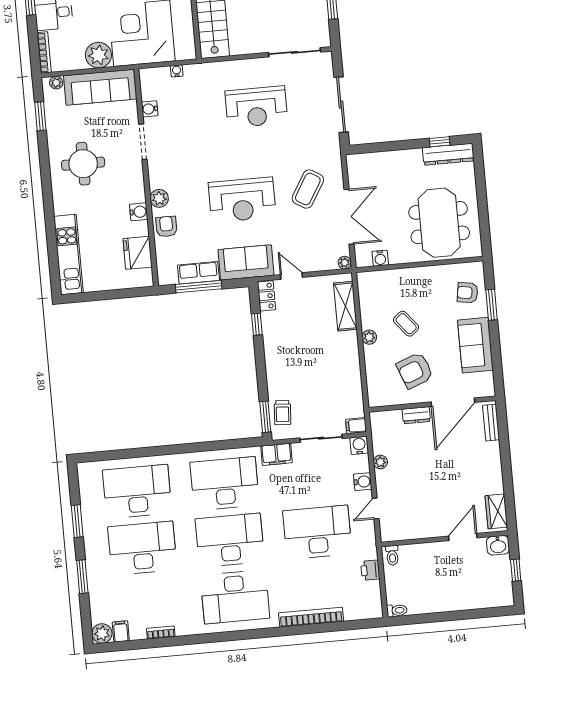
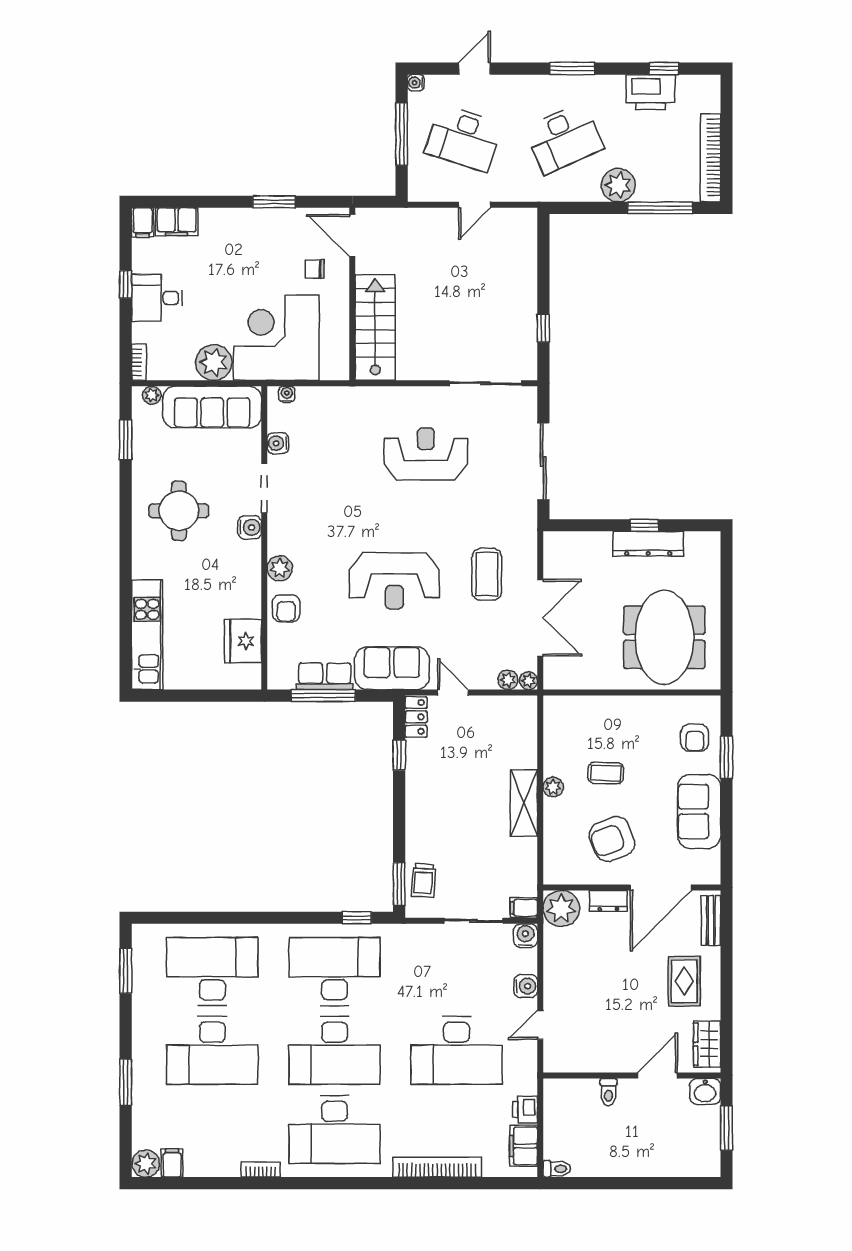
bookcase: (44, 52) -> (139, 362), width x0.64
water cooler: (177, 71) -> (287, 394), moved
reception desk: (256, 107) -> (426, 454), turned 180
window: (440, 142) -> (644, 525), moved
dresser: (448, 154) -> (648, 544), moved
coffee table: (308, 189) -> (487, 574), turned -31
water cooler: (139, 212) -> (250, 527), moved
armchair: (166, 227) -> (286, 608), turned 180
water cooler: (380, 258) -> (578, 679), removed
plant: (330, 263) -> (508, 680), added
armchair: (468, 293) -> (695, 738), turned -99
shelving: (345, 306) -> (524, 803), moved
coffee table: (406, 324) -> (606, 773), turned -49
window: (237, 444) -> (357, 918), added
filing cabinet: (277, 454) -> (524, 1146), moved, turned 90
plant: (380, 462) -> (561, 909), moved, width x1.87, depth x1.87
rug: (476, 468) -> (684, 981), added
window: (77, 521) -> (126, 971), moved
desk: (317, 532) -> (457, 1050), turned 180
desk: (230, 540) -> (334, 1050), turned 180
desk: (142, 548) -> (212, 1050), turned 180
toilet: (392, 555) -> (609, 1092), moved
window: (516, 570) -> (726, 1128), width x1.50
bookcase: (161, 633) -> (261, 1170), moved

